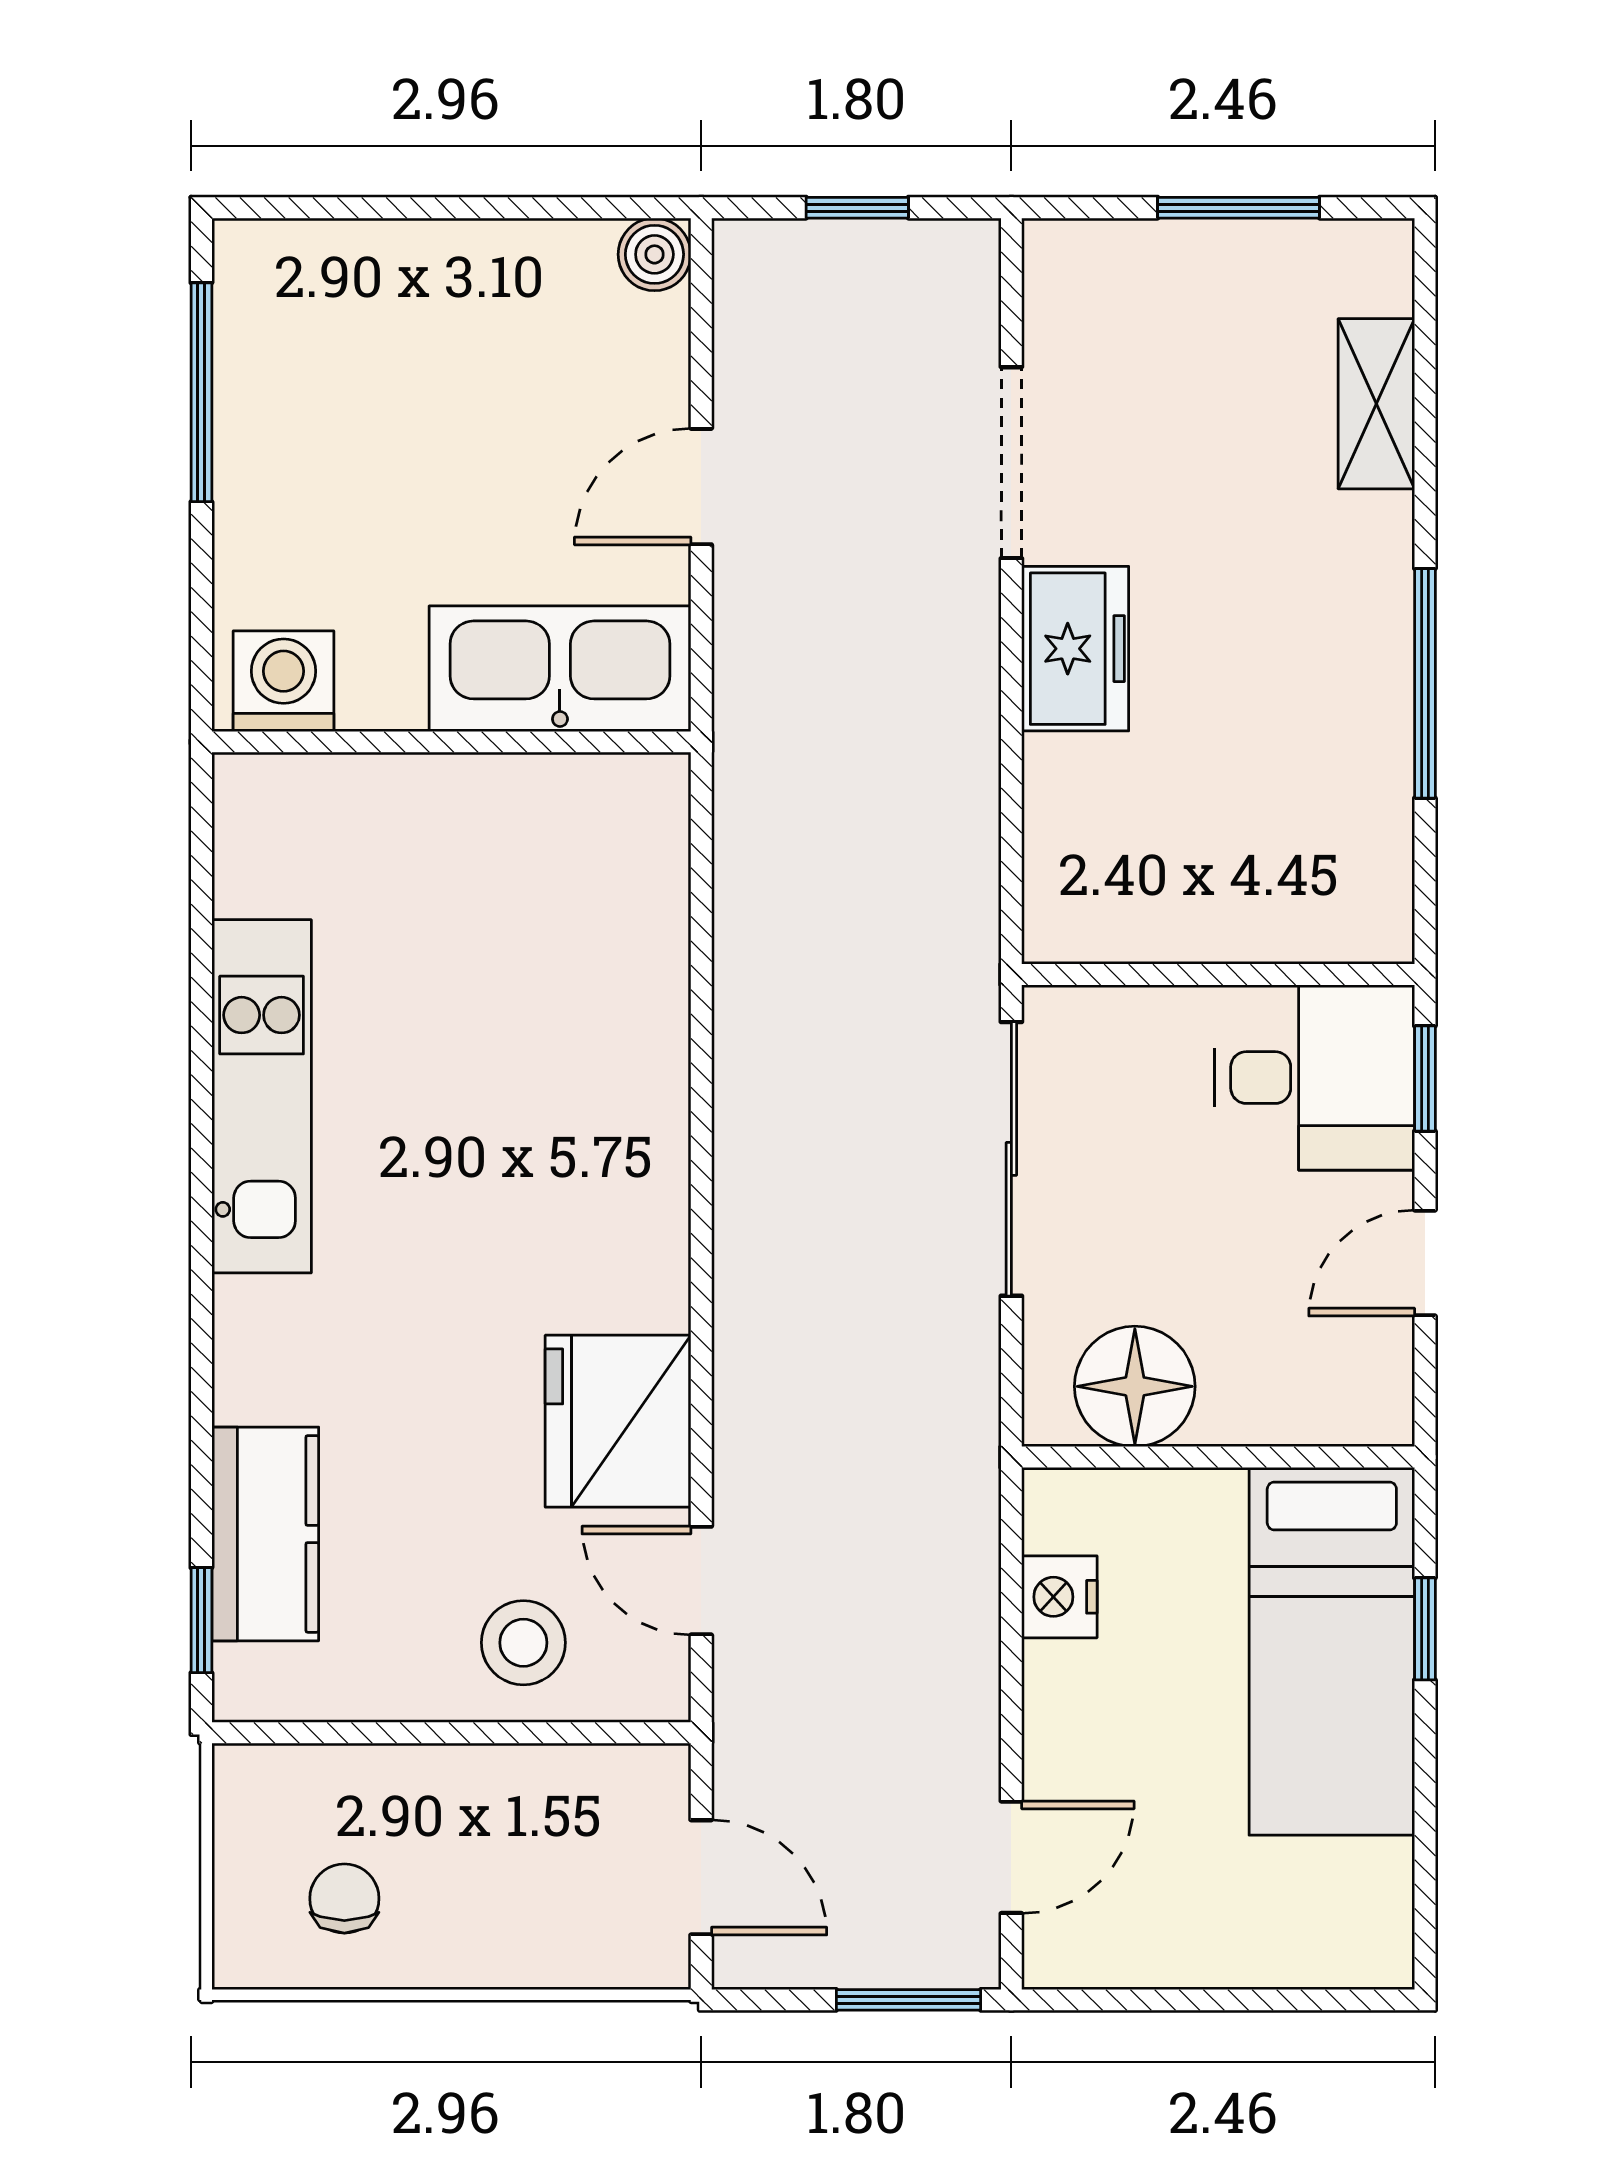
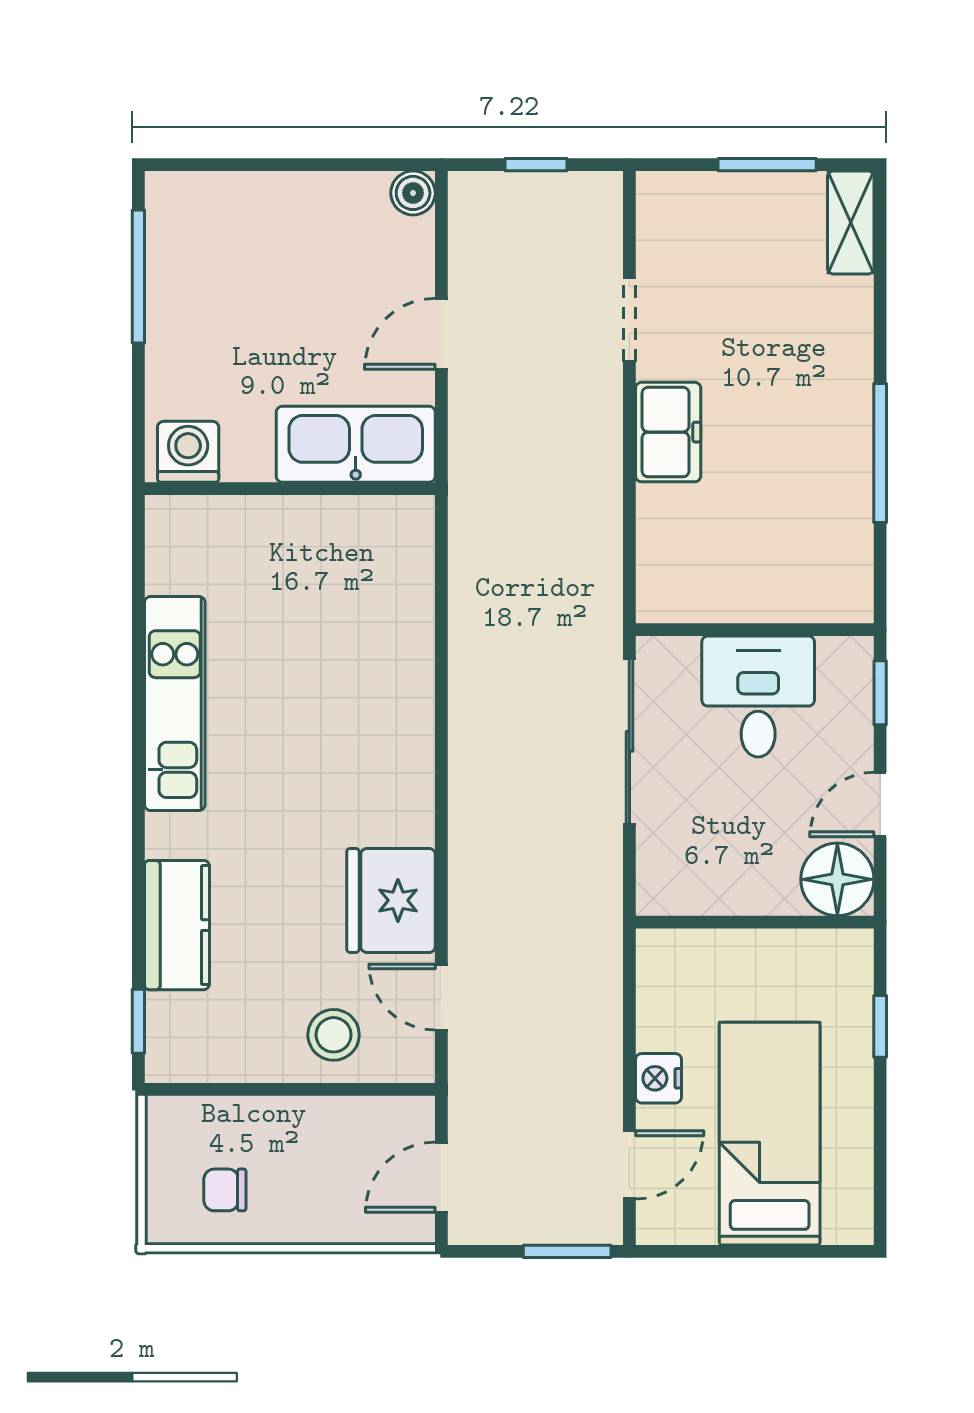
shelving: (1376, 404) -> (851, 223), moved
doorway: (1011, 463) -> (629, 319), width x0.73
desk: (1315, 1078) -> (758, 696), moved, turned -90
floor lamp: (1135, 1386) -> (837, 879), moved
kitchen counter: (265, 1534) -> (177, 925), moved
nightstand: (1059, 1597) -> (659, 1078), moved
bed: (1332, 1651) -> (770, 1134), moved, turned 180
door: (701, 1877) -> (441, 1177), swing flipped
chair: (344, 1898) -> (225, 1190), turned -90

